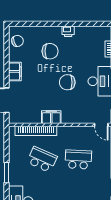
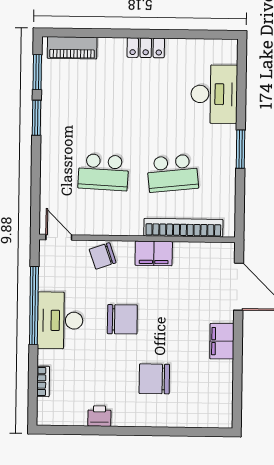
printer: (68, 31) -> (99, 416), moved
chair: (18, 41) -> (103, 256), moved
school desk: (42, 159) -> (173, 173), turned -30

